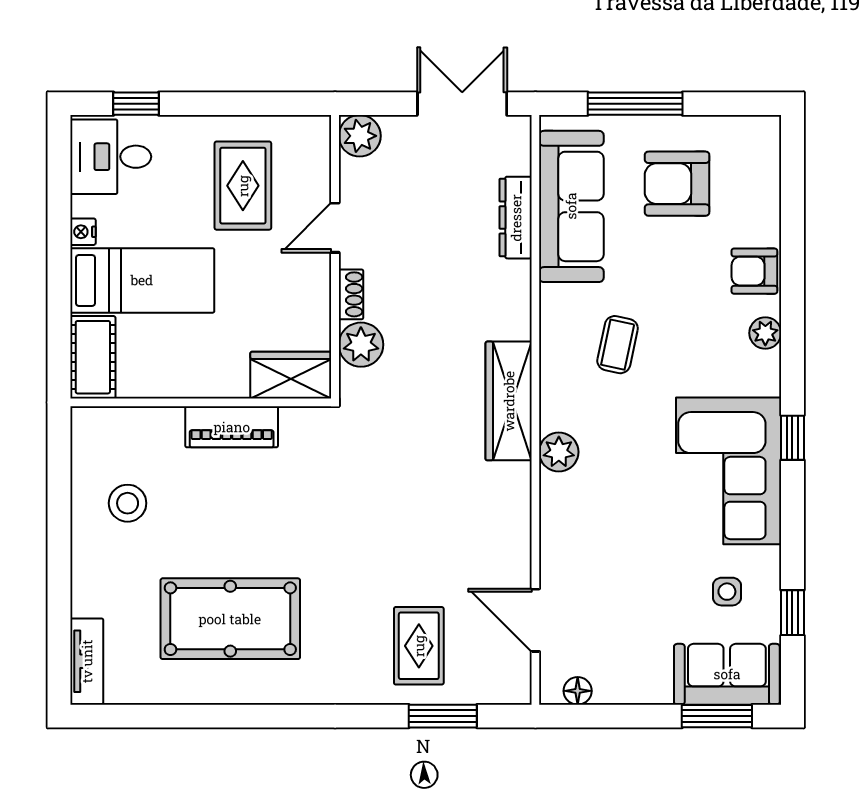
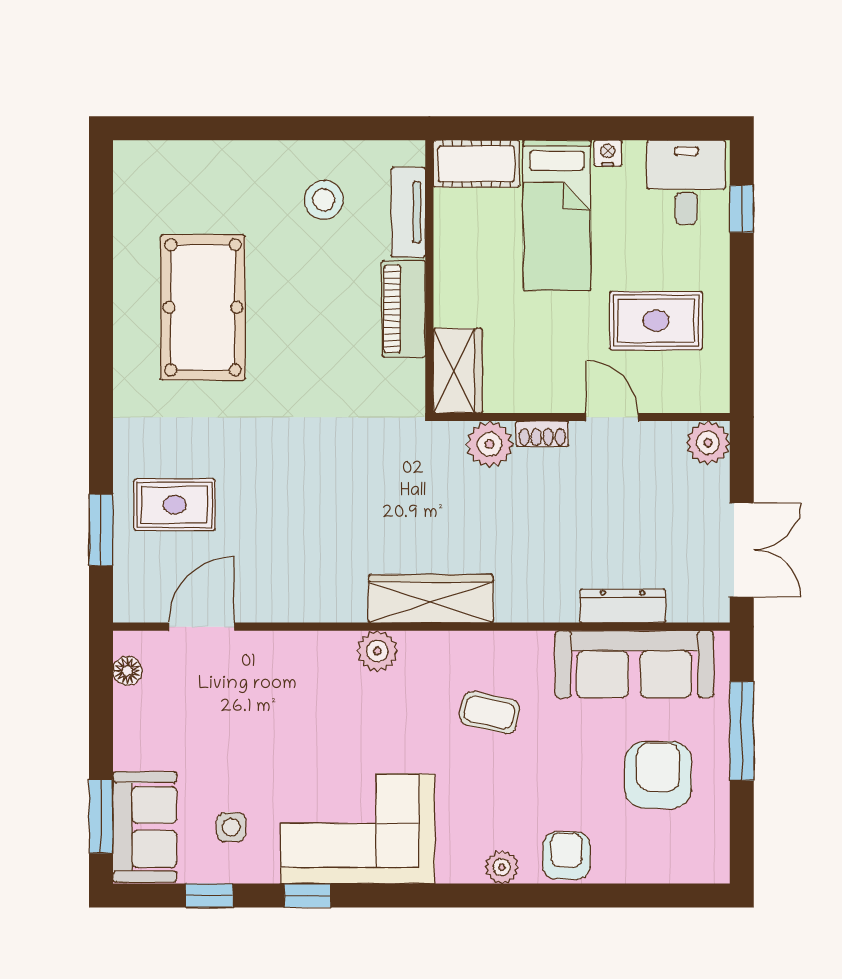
window: (792, 438) -> (307, 896), moved
tv unit: (87, 661) -> (408, 212), moved, turned 90

